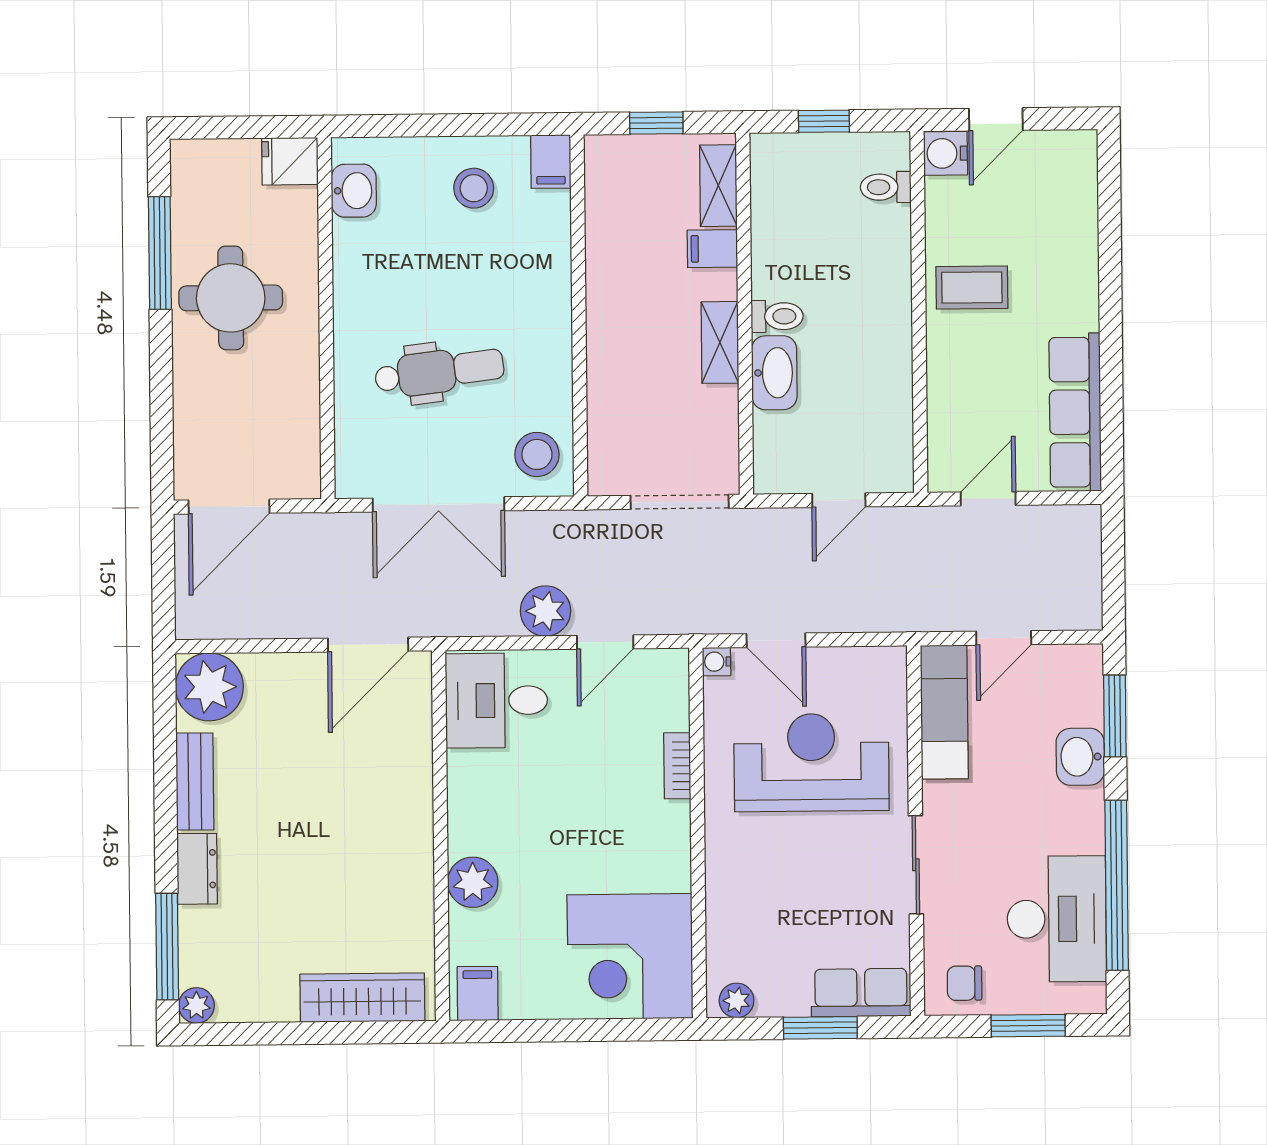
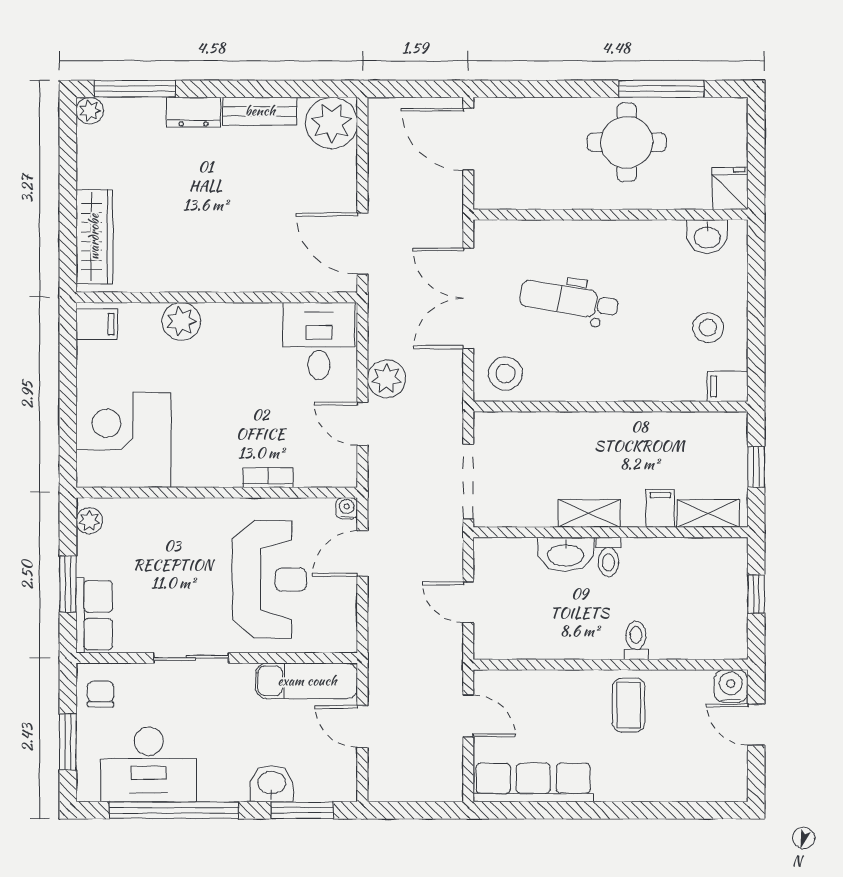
toilet: (886, 187) -> (636, 640), moved
dental chair: (439, 372) -> (569, 300), turned 106

